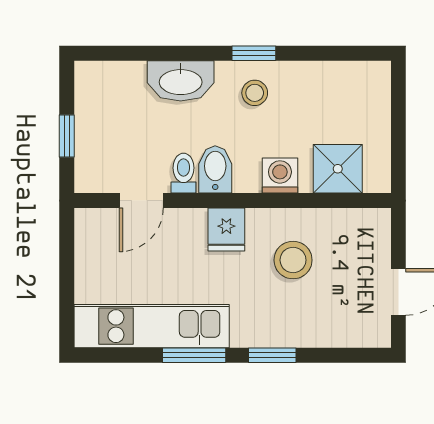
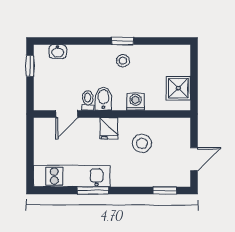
washbasin: (181, 81) -> (58, 52), moved, width x0.52, depth x0.69
window: (67, 136) -> (30, 66), moved
shower: (338, 169) -> (178, 88), moved
window: (272, 355) -> (165, 191), moved

